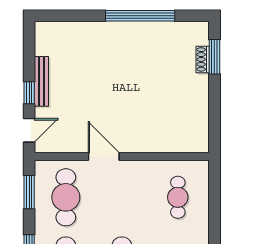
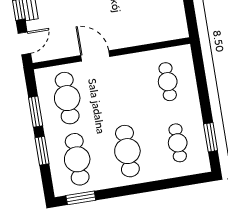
window: (29, 192) -> (36, 112), moved

